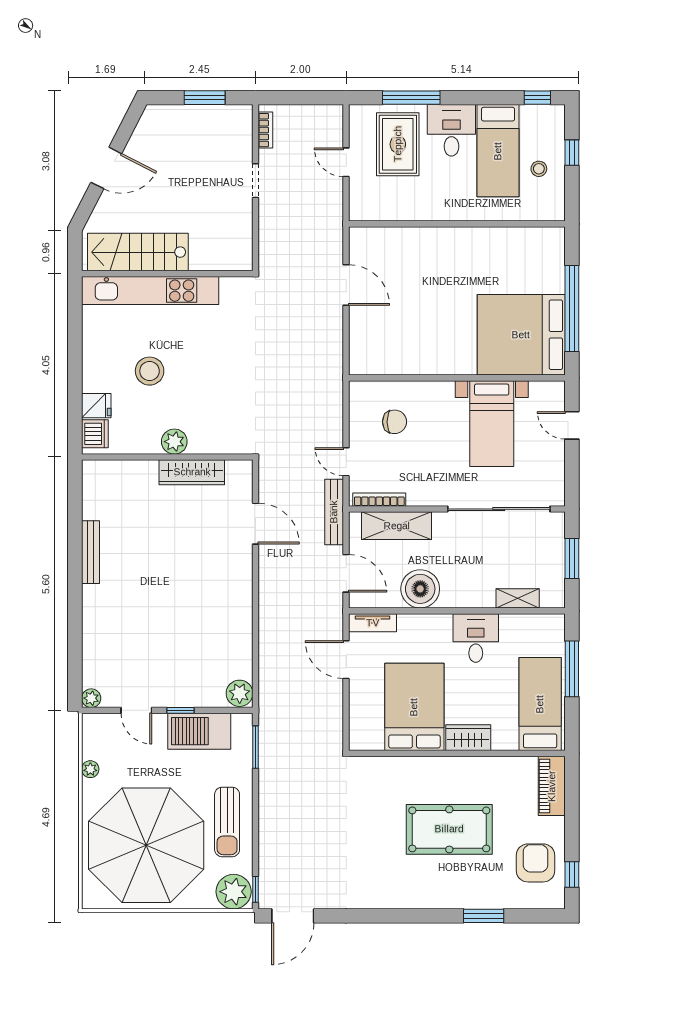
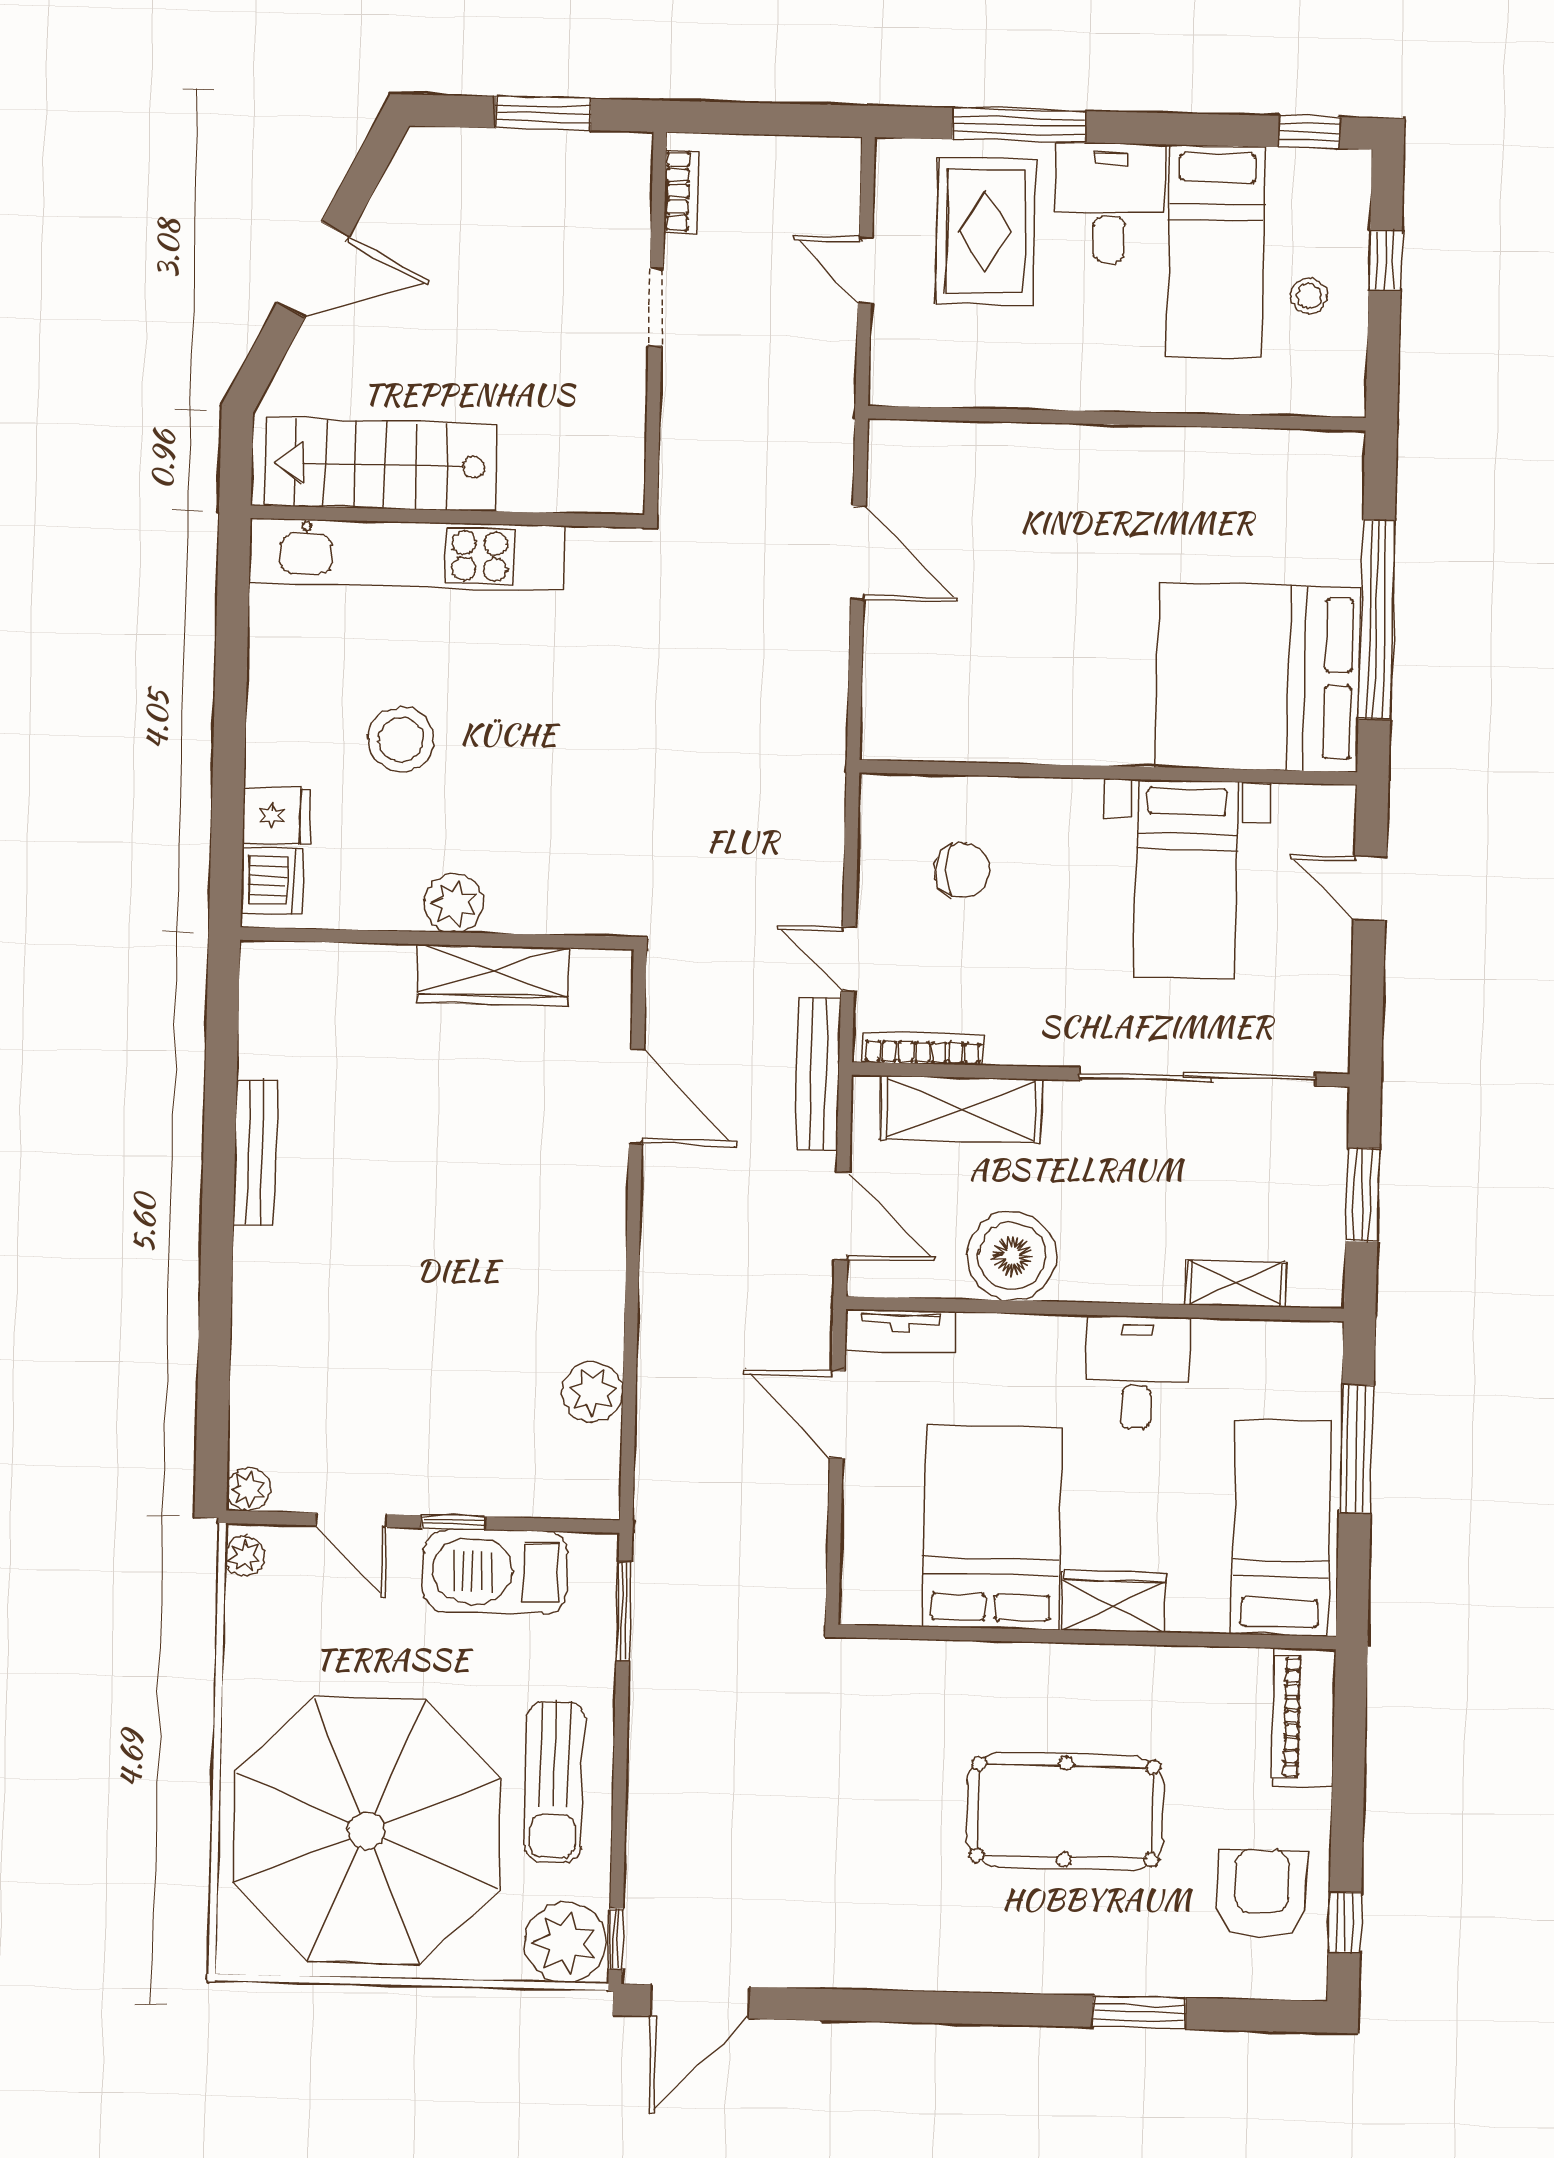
plant: (240, 693) -> (592, 1392), moved
plant: (90, 769) -> (245, 1556), moved

